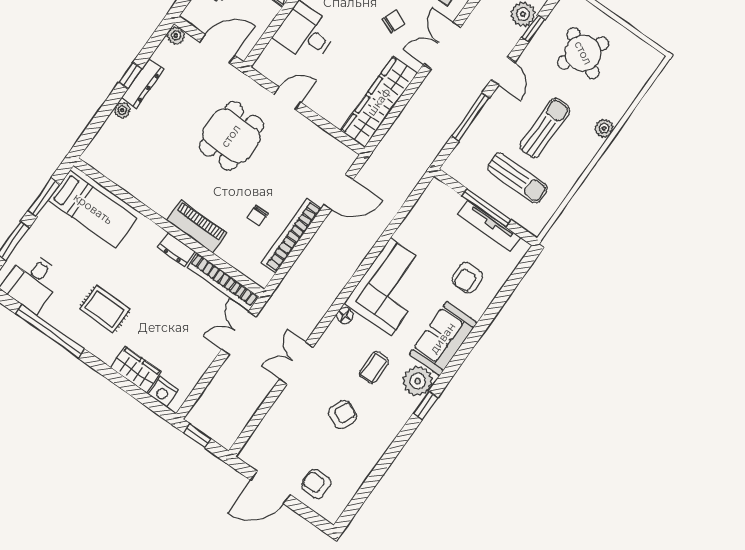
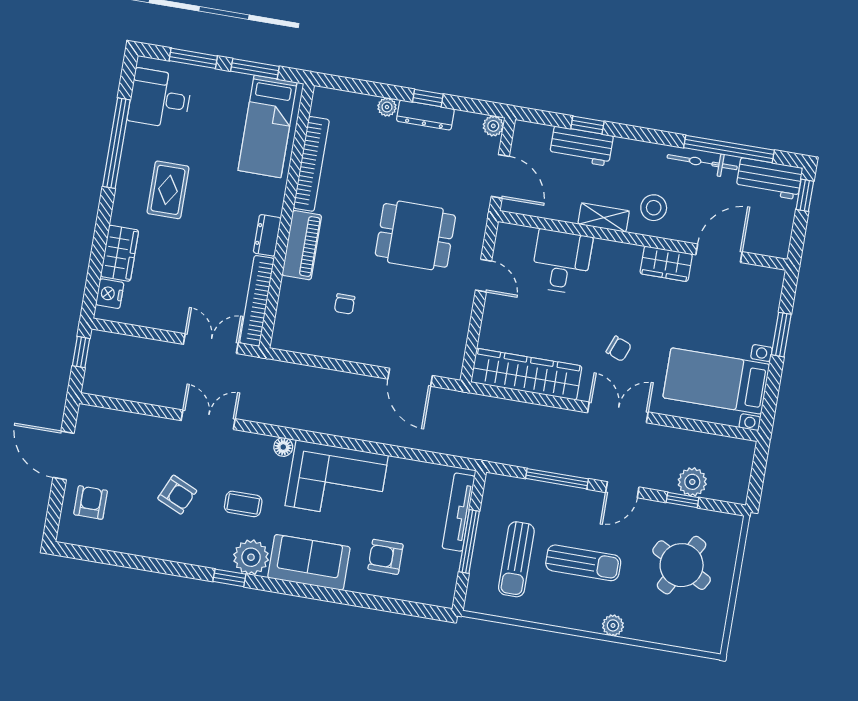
chair: (258, 216) -> (345, 304), turned -90
tv unit: (489, 226) -> (459, 512), moved
bookcase: (291, 235) -> (311, 164), moved, turned 90

